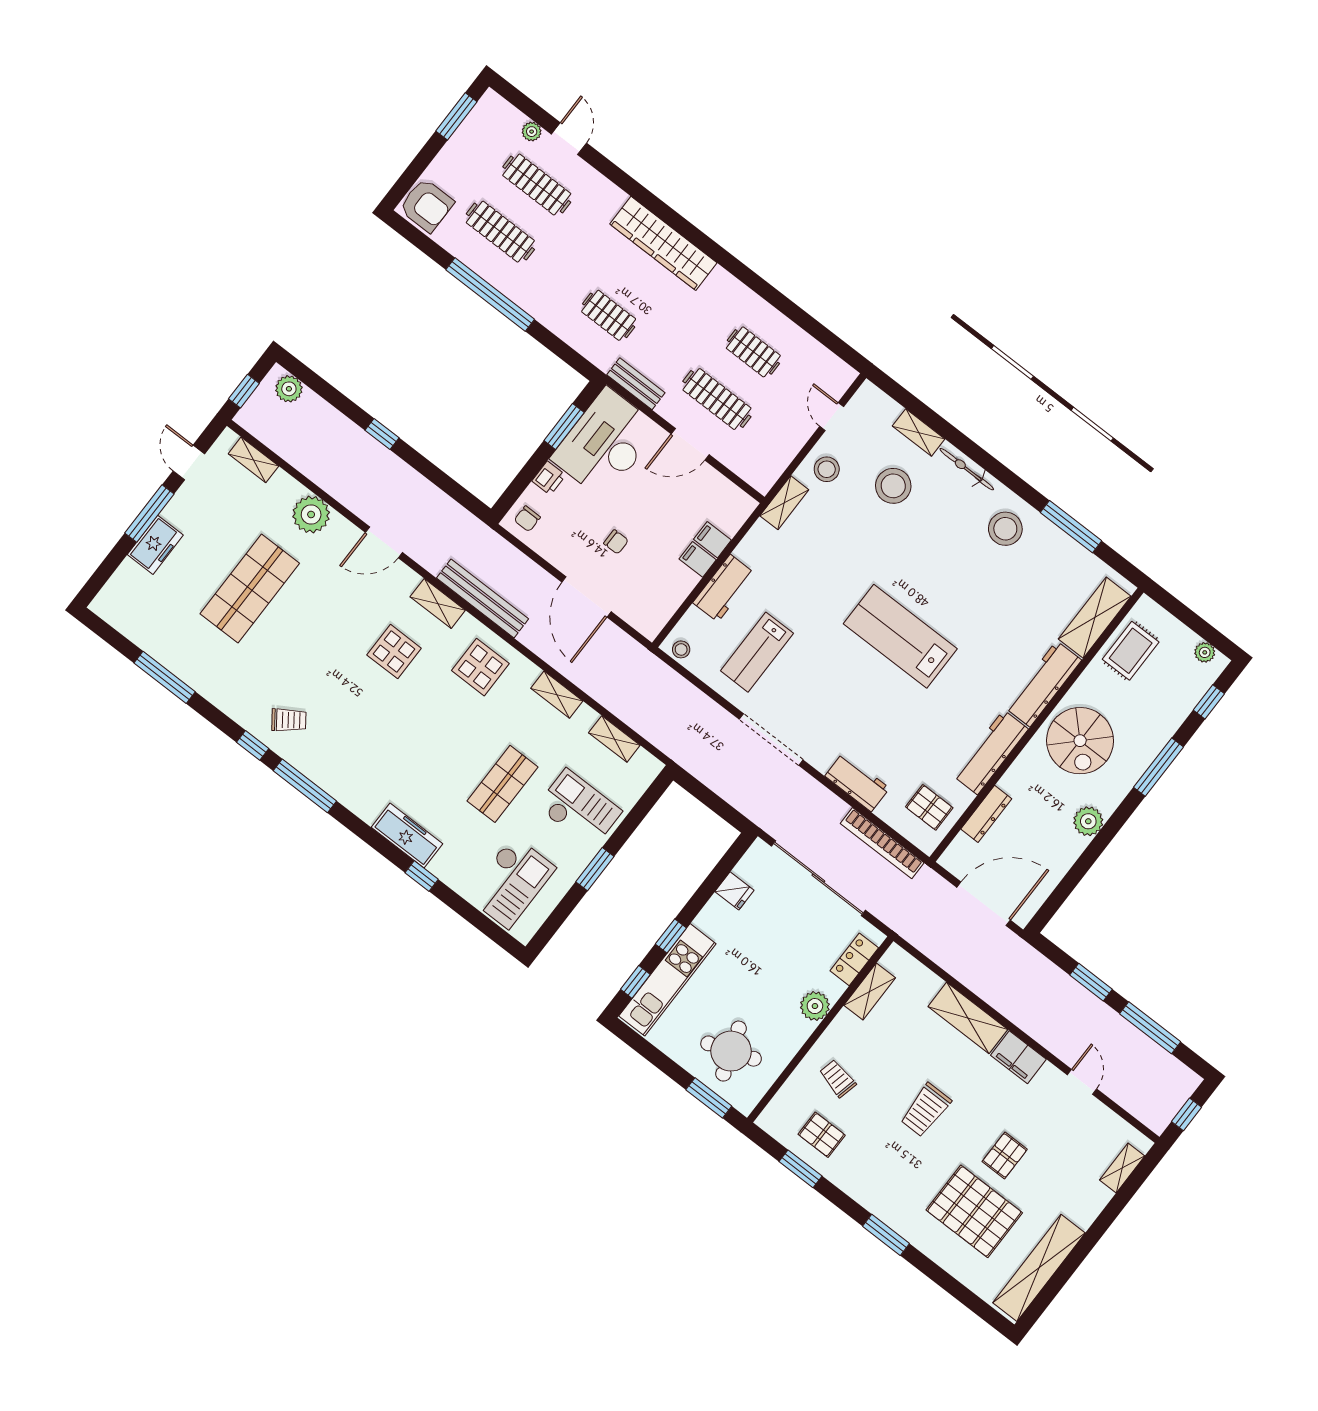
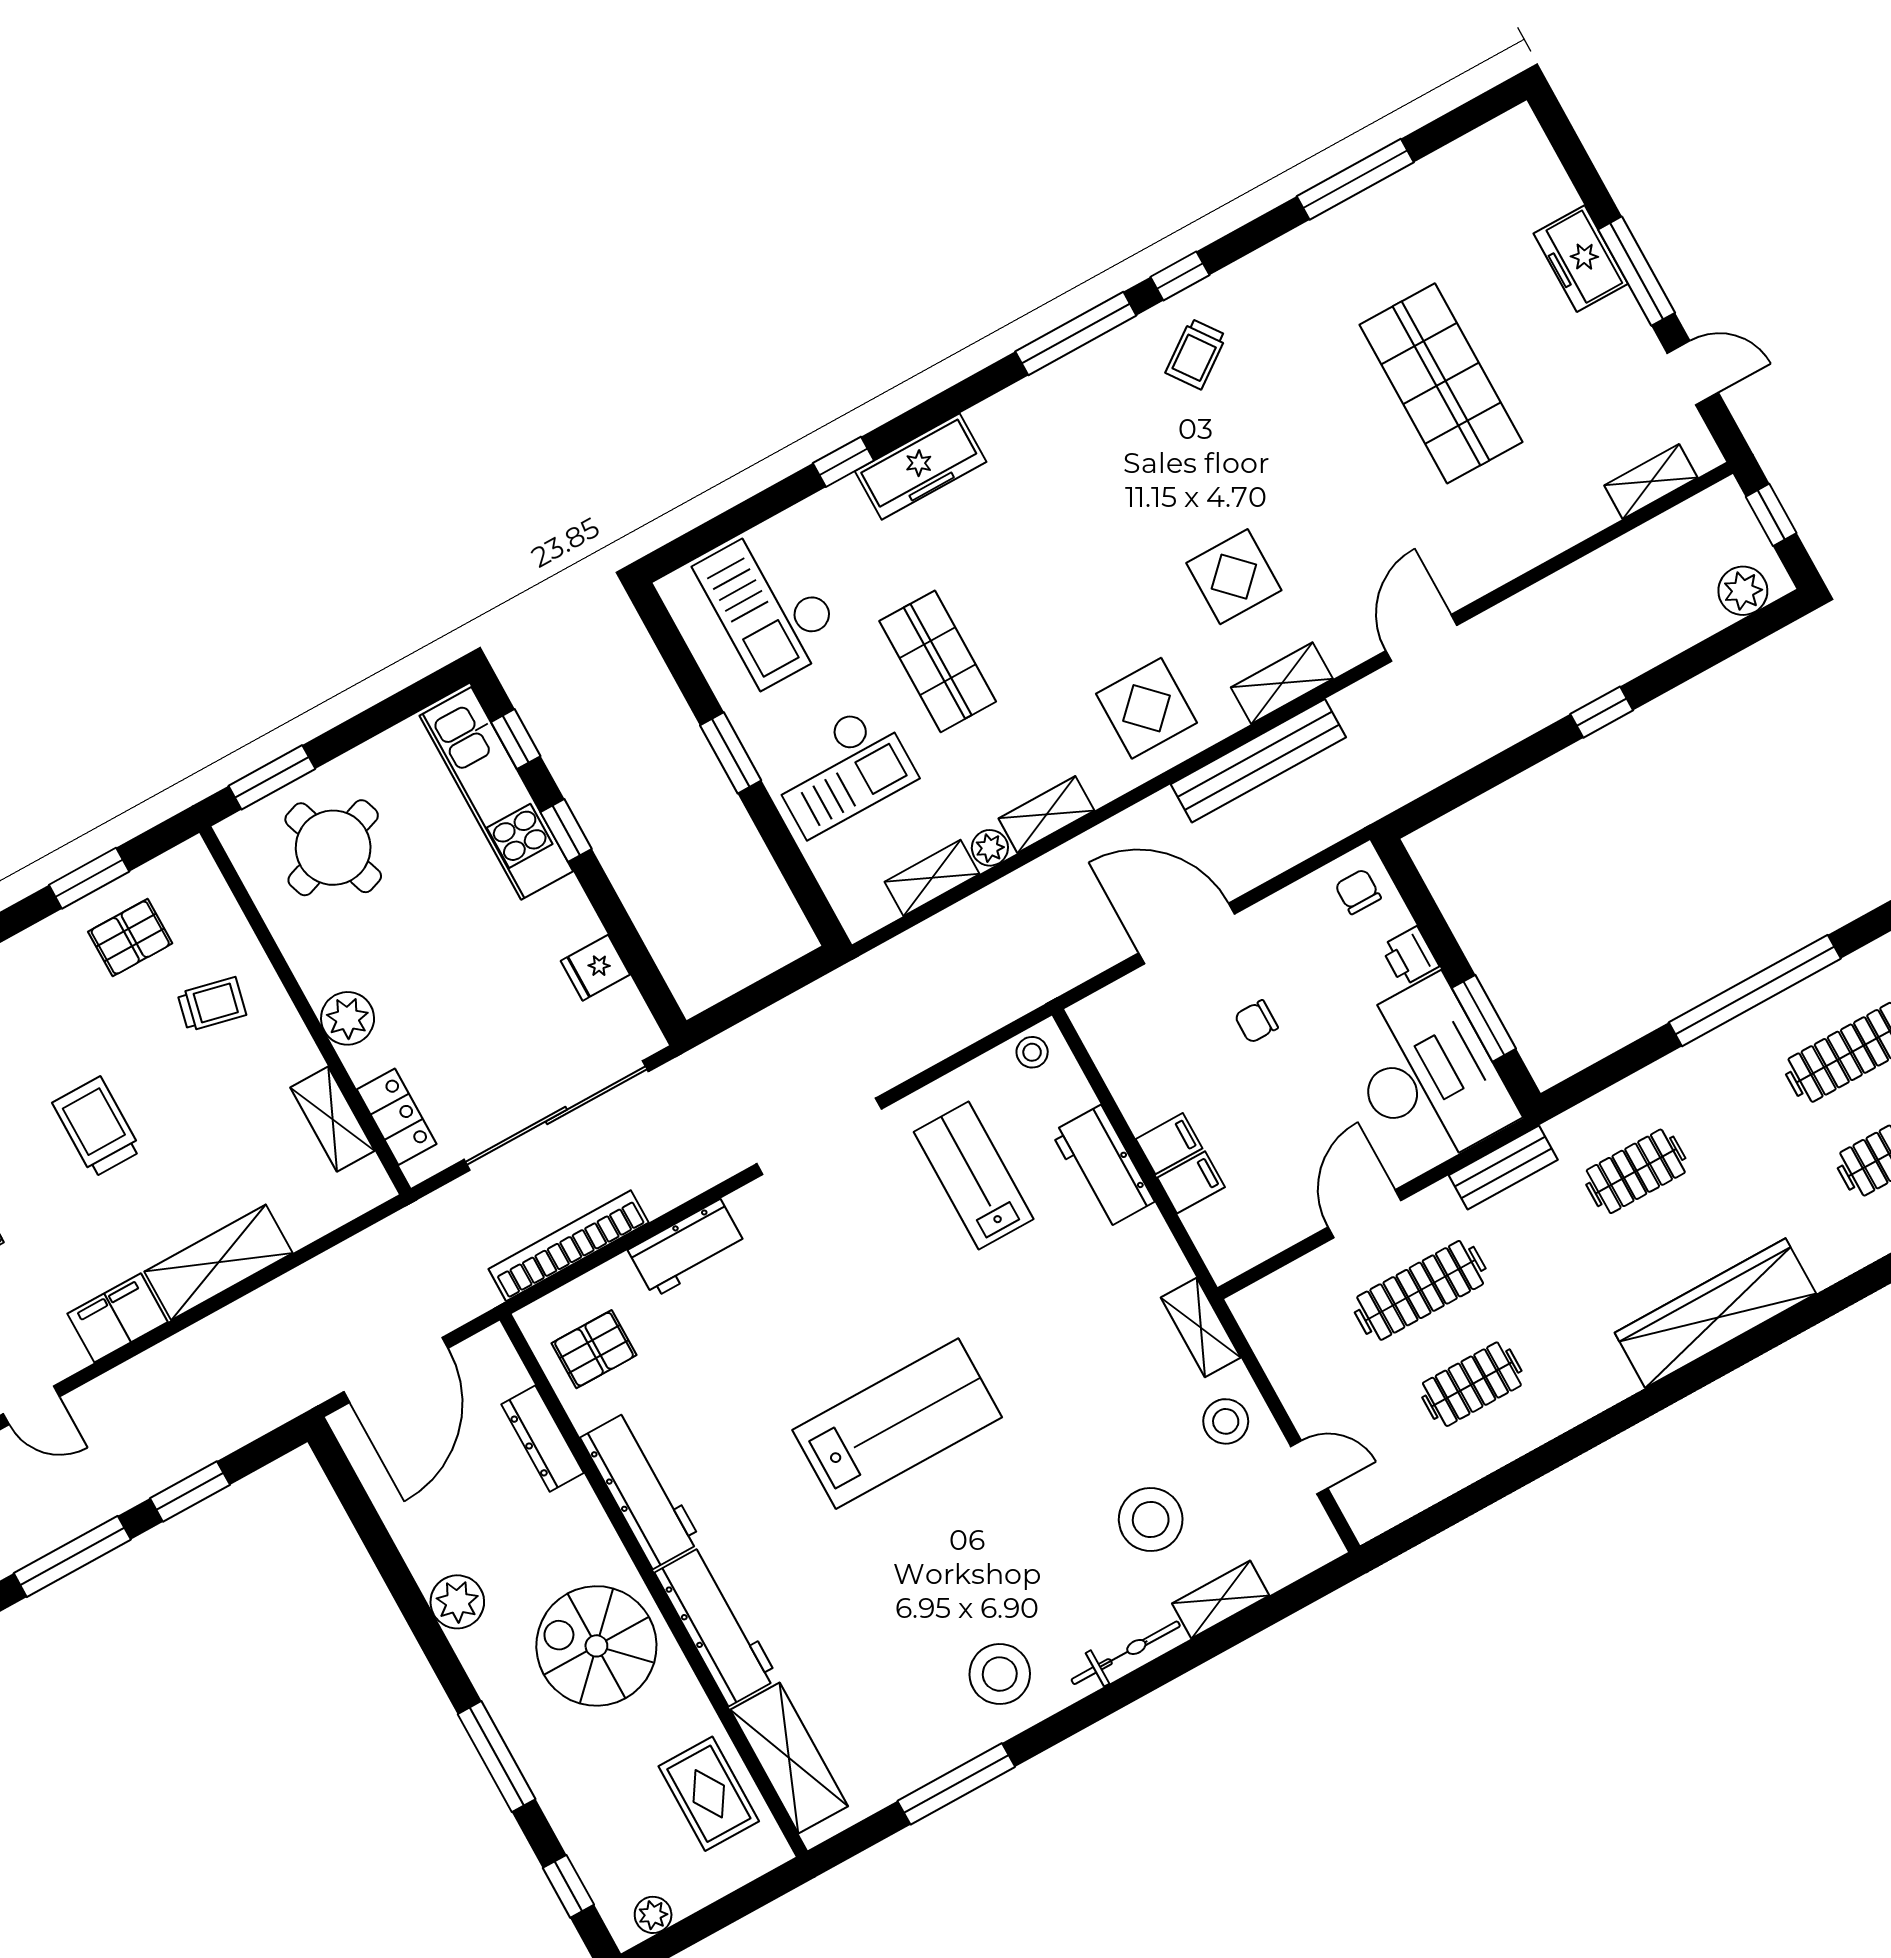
plant: (311, 514) -> (990, 848), moved, width x0.53, depth x0.53

